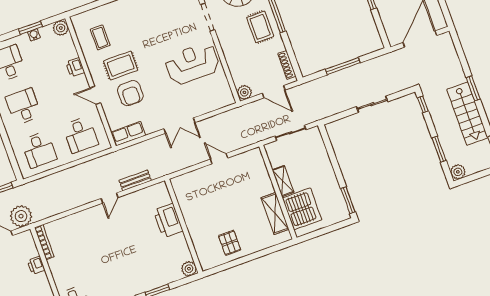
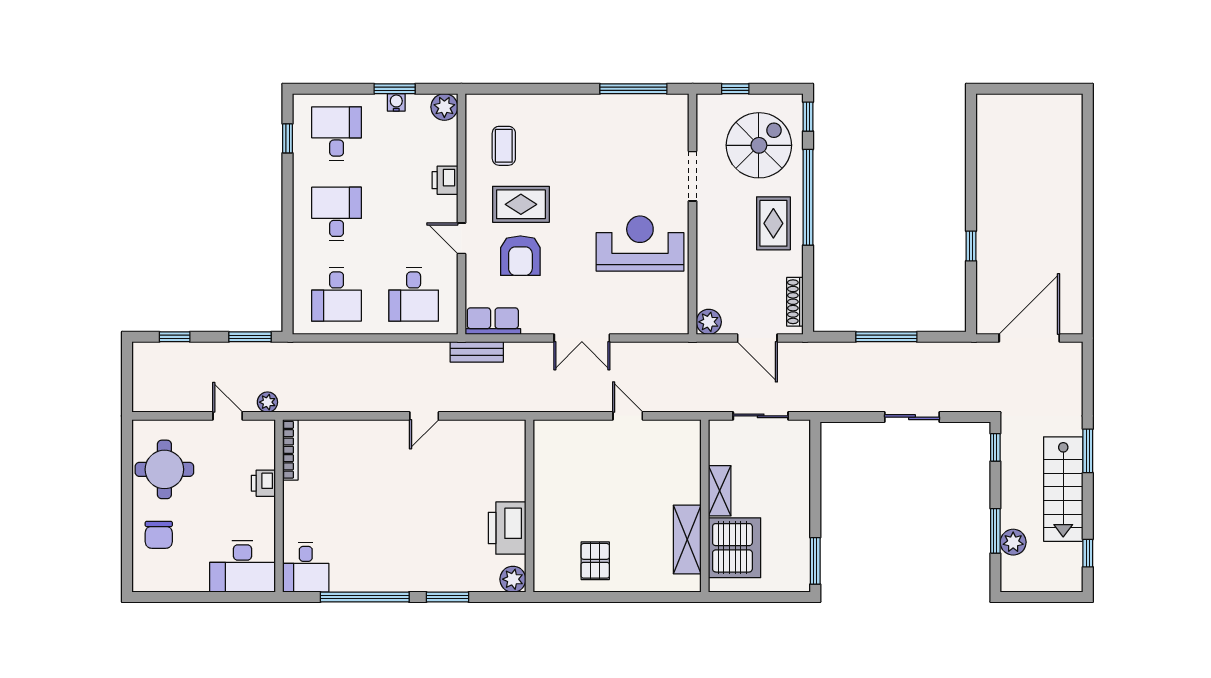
plant: (458, 172) -> (1013, 542), moved
bench: (135, 180) -> (477, 352), moved
plant: (21, 216) -> (267, 402), width x0.53, depth x0.53
printer: (168, 221) -> (507, 528), moved

